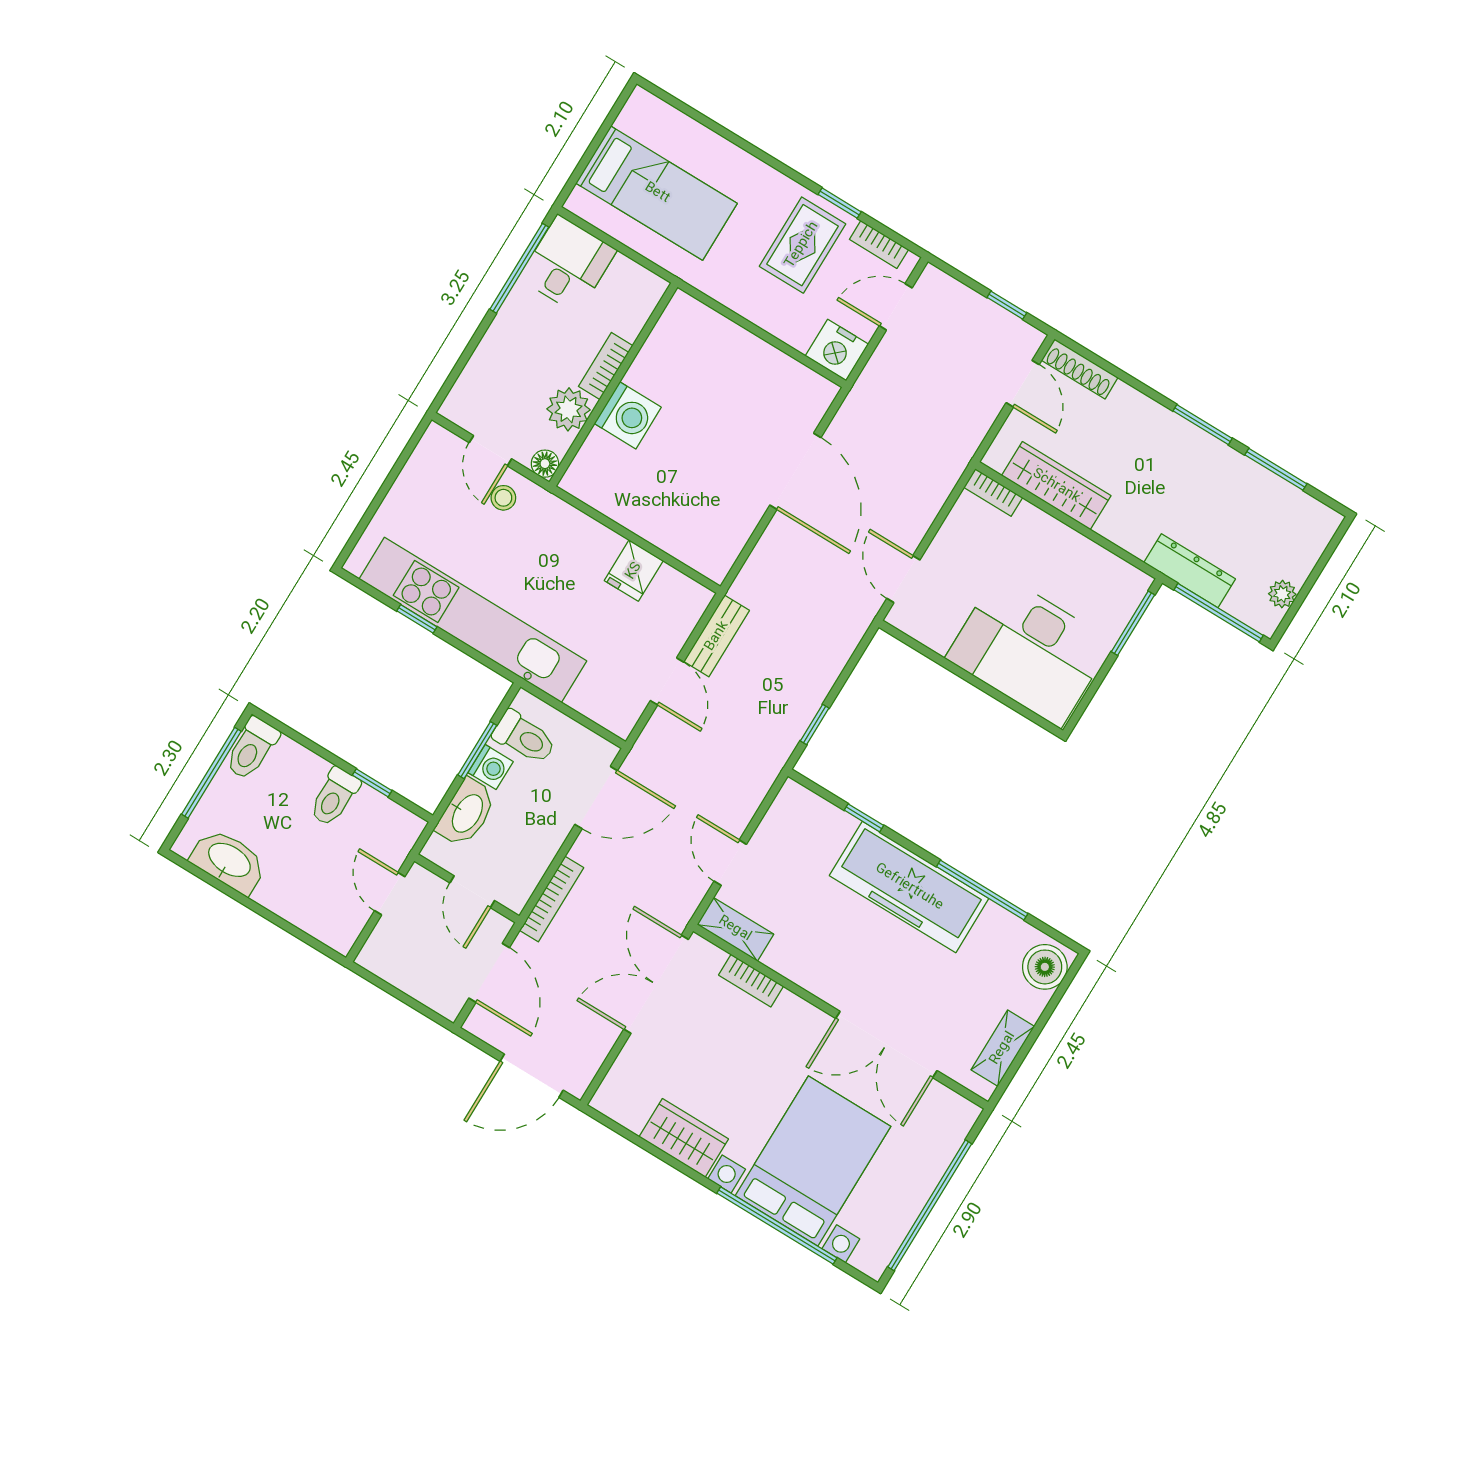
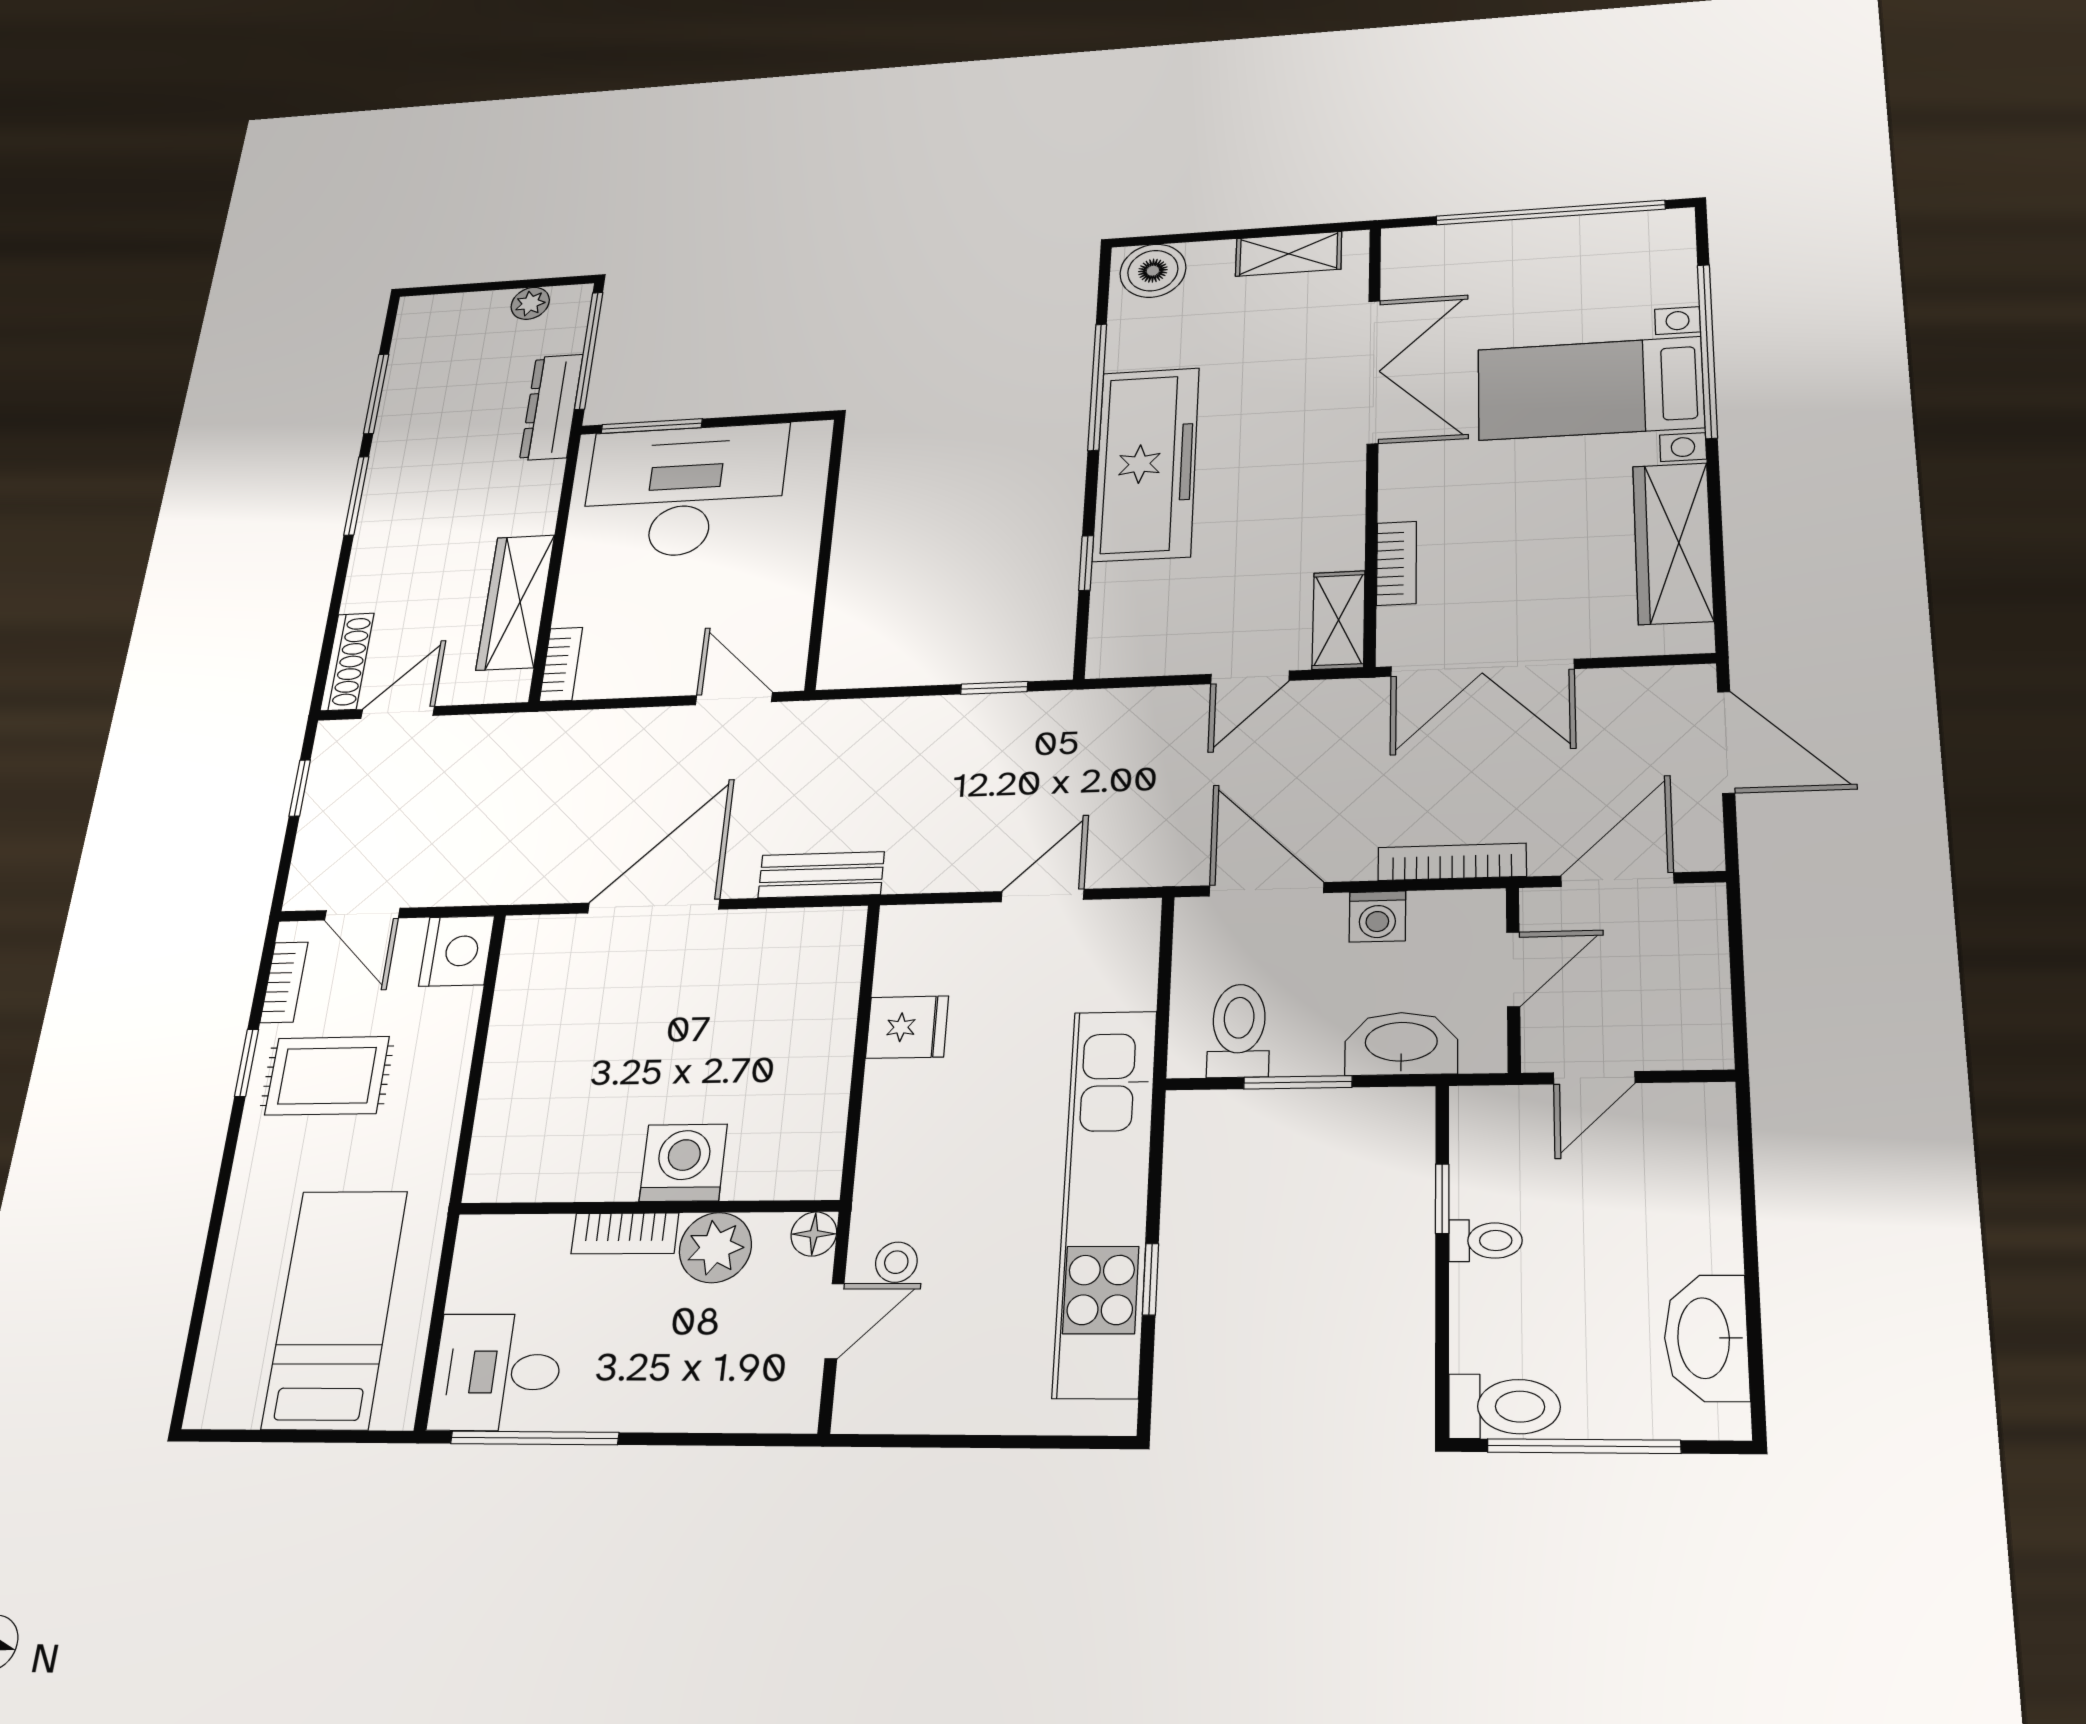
door: (903, 579) -> (734, 699), swing flipped
bench: (717, 636) -> (821, 875), moved
desk: (1029, 650) -> (684, 491), moved, turned -90
washing machine: (491, 767) -> (1377, 917), moved, turned 180
toilet: (334, 797) -> (1485, 1241), width x0.73, depth x0.72
wardrobe: (684, 1138) -> (1673, 543), width x1.50
bed with nightstands: (813, 1161) -> (1590, 388), width x0.73

